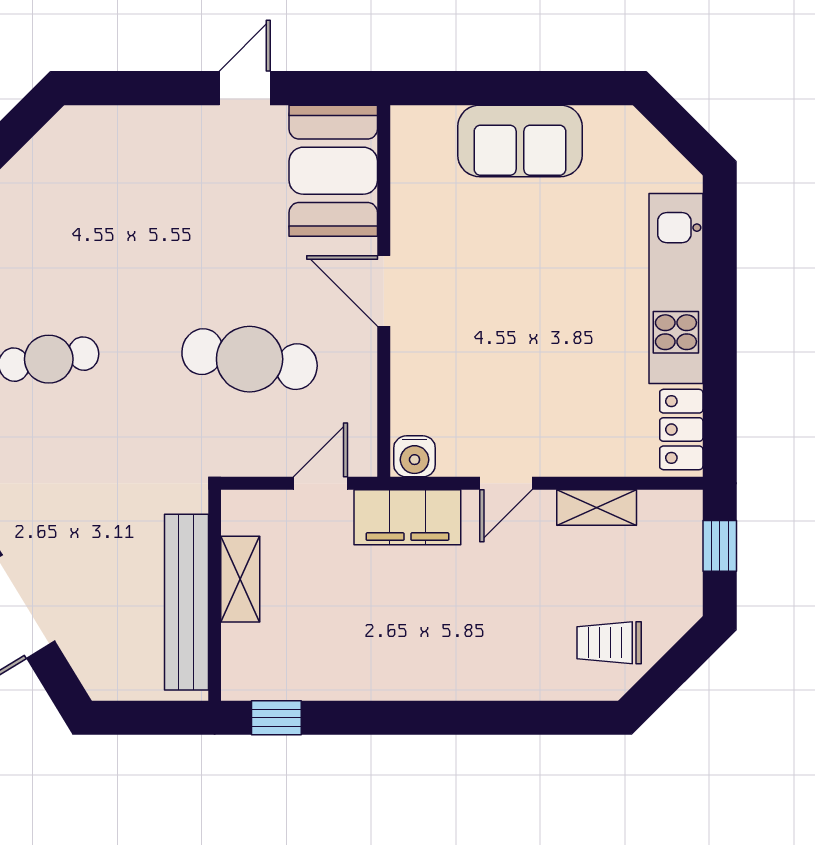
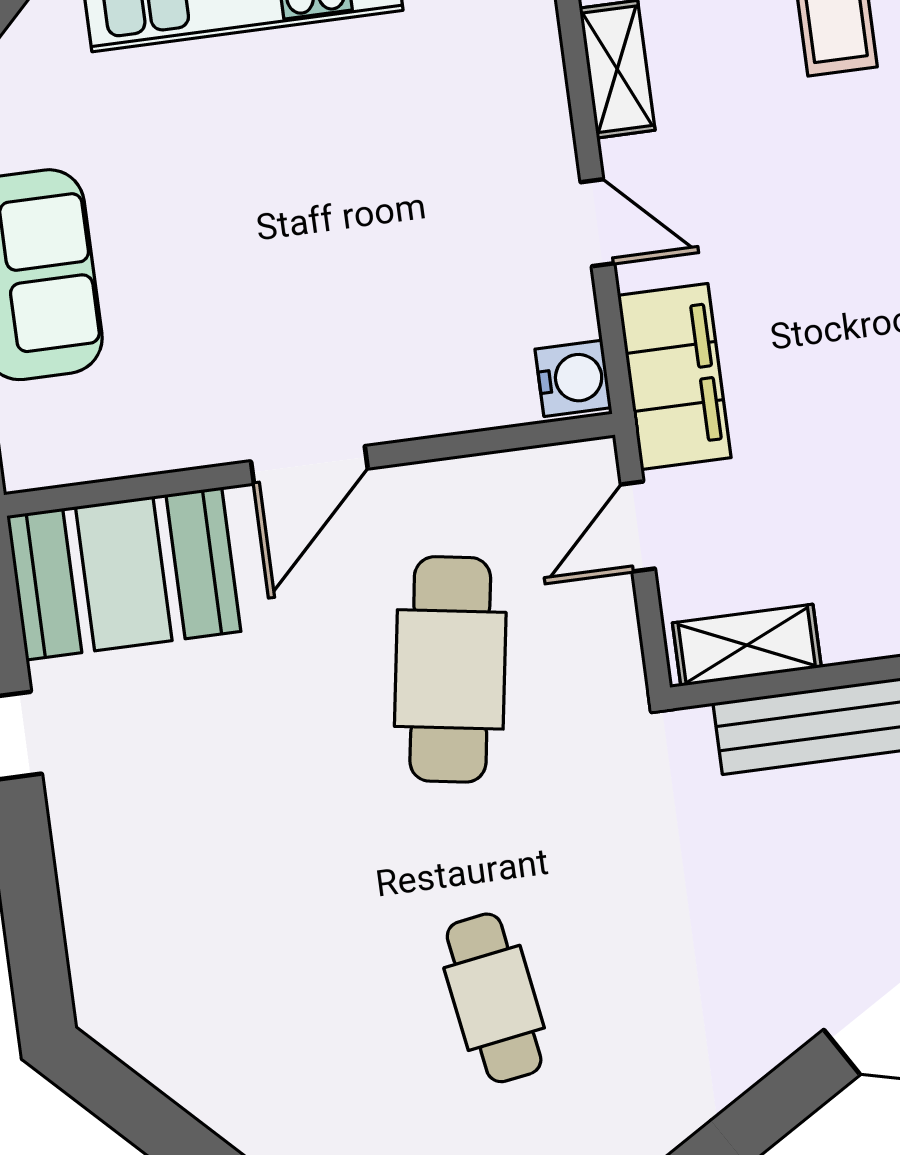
door: (320, 483) -> (638, 527), hinge flipped
shelving: (240, 579) -> (747, 645), moved

